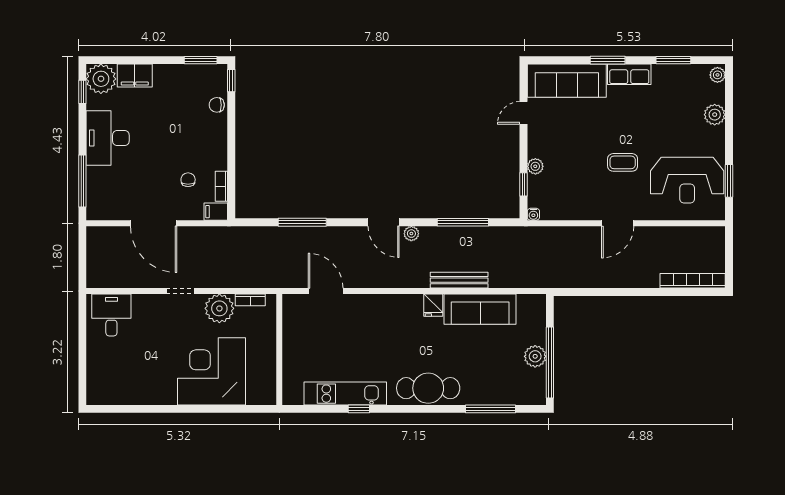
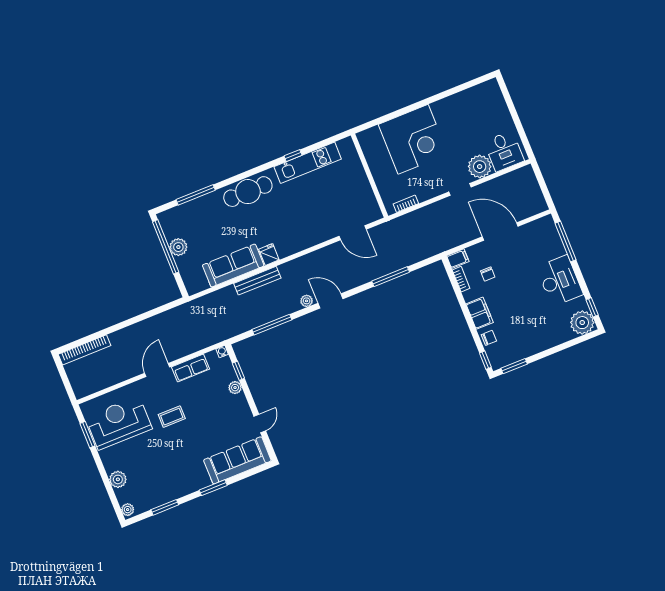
row of seats: (629, 74) -> (191, 368), moved, turned 180
filing cabinet: (135, 75) -> (480, 313), moved, turned 90
plant: (219, 308) -> (480, 167), moved

